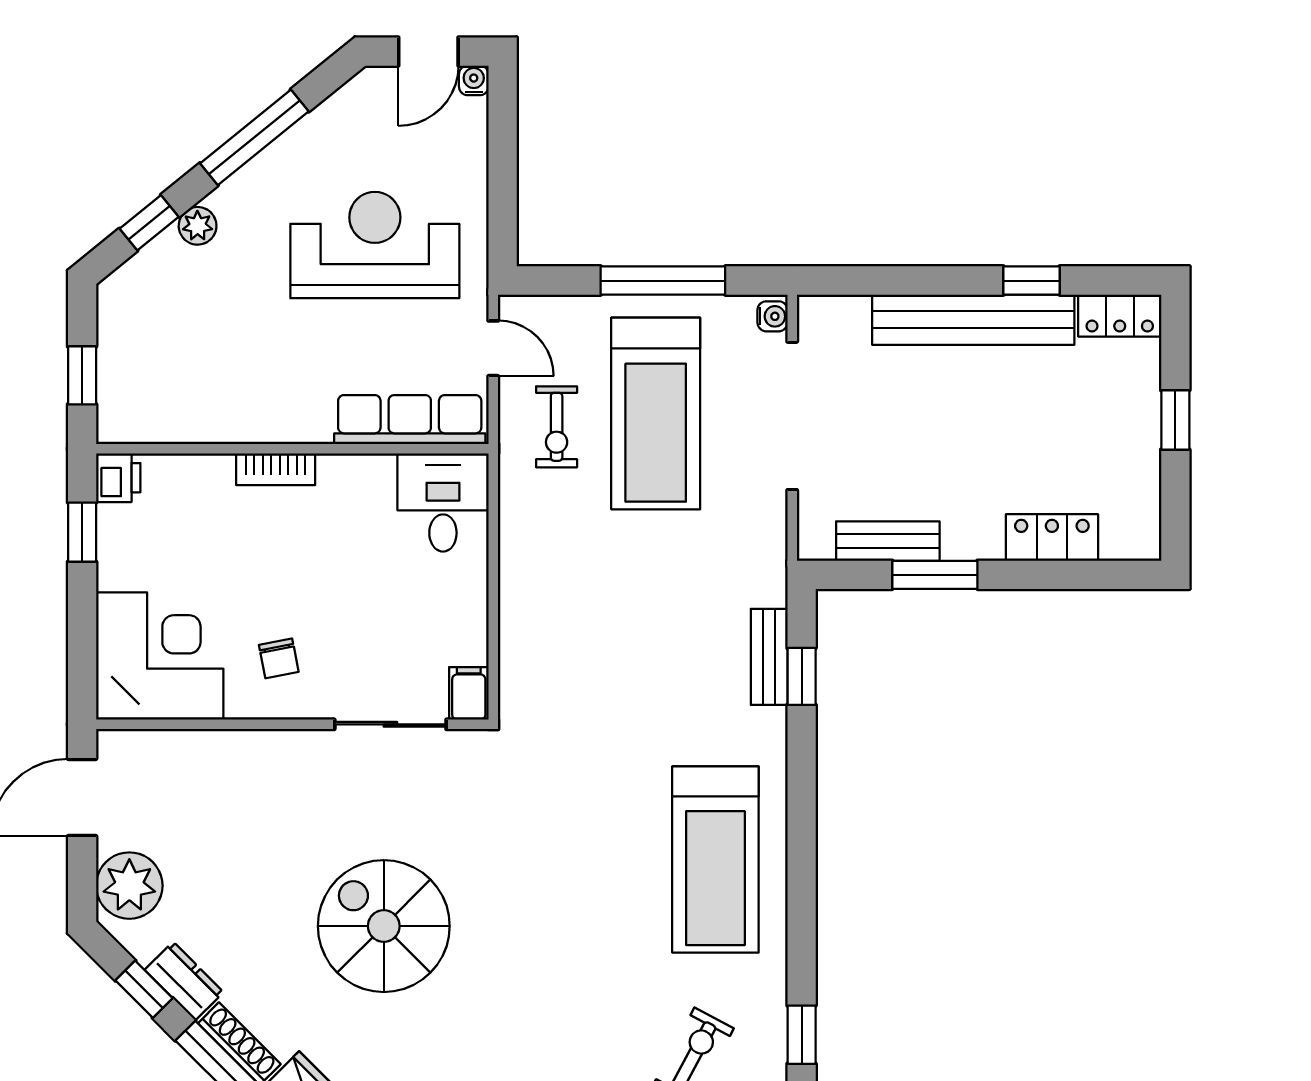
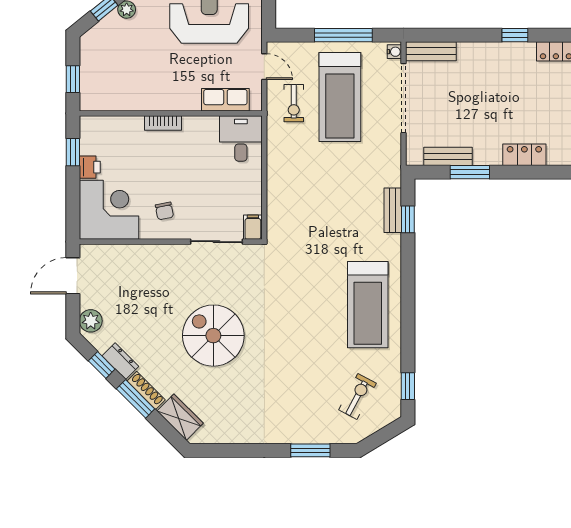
bench: (973, 320) -> (431, 51), moved, width x0.54, depth x0.82
row of seats: (410, 420) -> (225, 100), width x0.68
printer: (118, 478) -> (90, 167), moved
plant: (129, 886) -> (91, 321), width x0.73, depth x0.73

